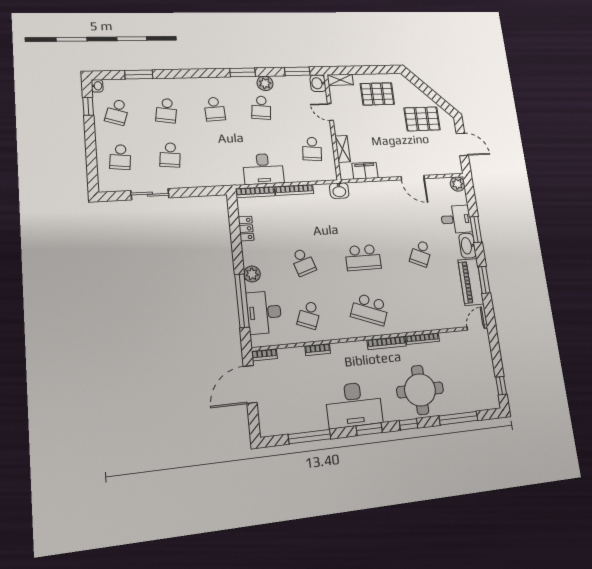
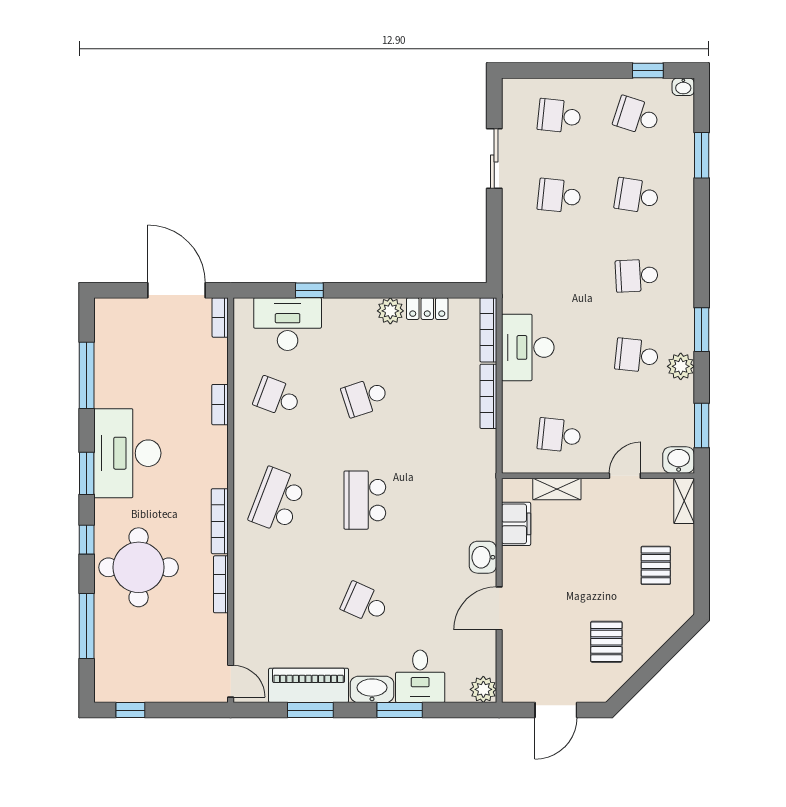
pallet: (377, 94) -> (656, 565), width x0.67, depth x0.71
pallet: (422, 119) -> (606, 642), width x0.67, depth x0.71
washbasin: (339, 191) -> (483, 557), moved
plant: (252, 274) -> (390, 311), moved
window: (242, 301) -> (309, 290), width x0.32

